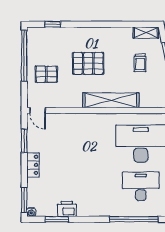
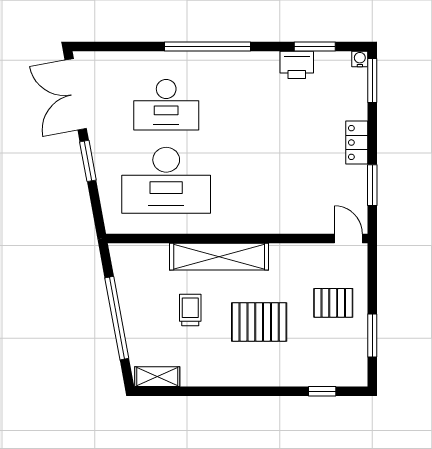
window: (24, 56) -> (372, 336), width x0.47
trolley: (140, 63) -> (190, 310), moved
window: (134, 219) -> (208, 46), moved

